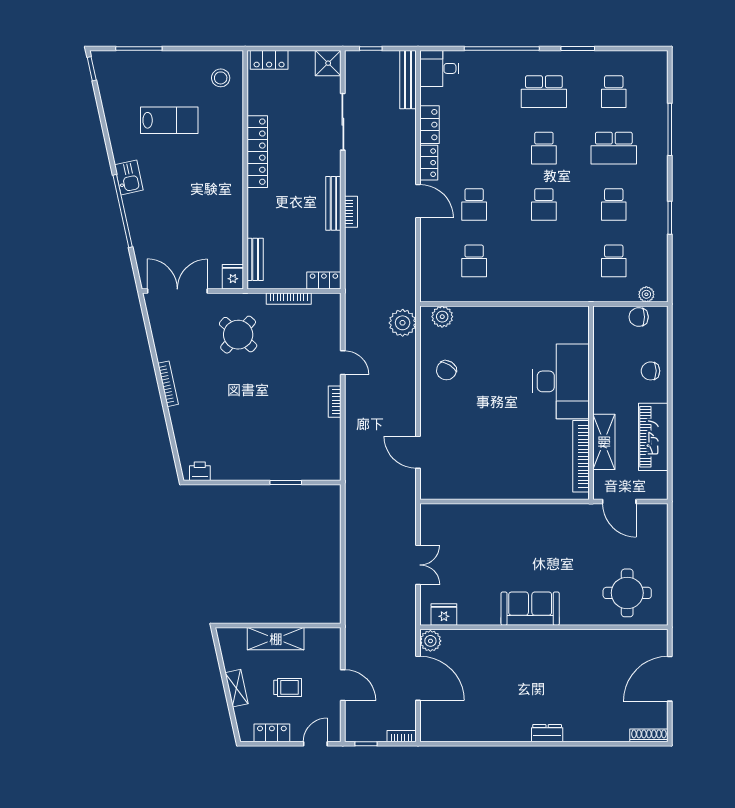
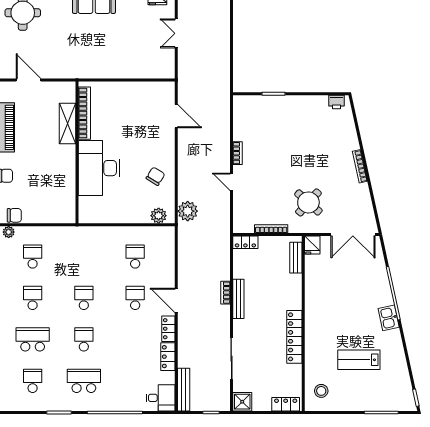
desk: (561, 381) -> (99, 168), moved
wall: (591, 403) -> (77, 152), moved
shelving: (604, 442) -> (67, 124), moved
bookcase: (581, 456) -> (84, 113), moved

